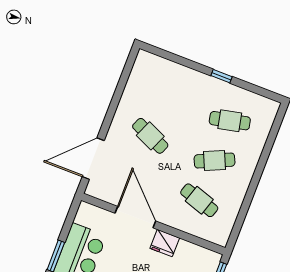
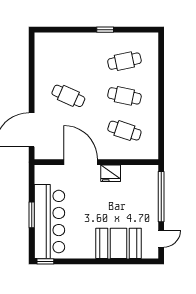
cafe table: (215, 161) -> (124, 96), turned 36

